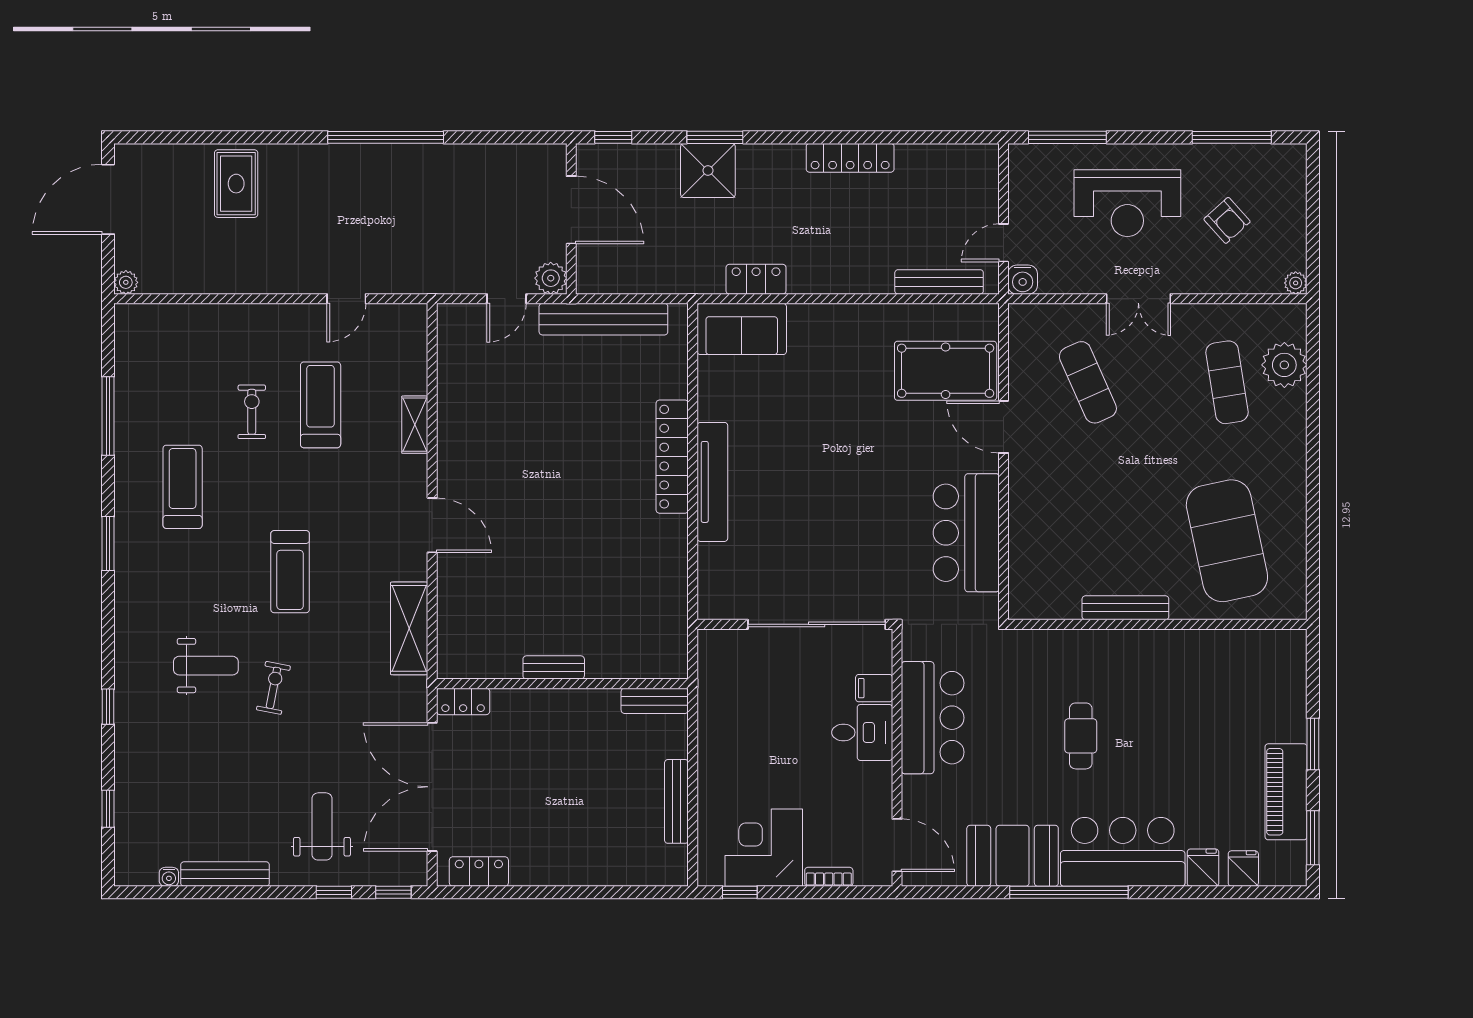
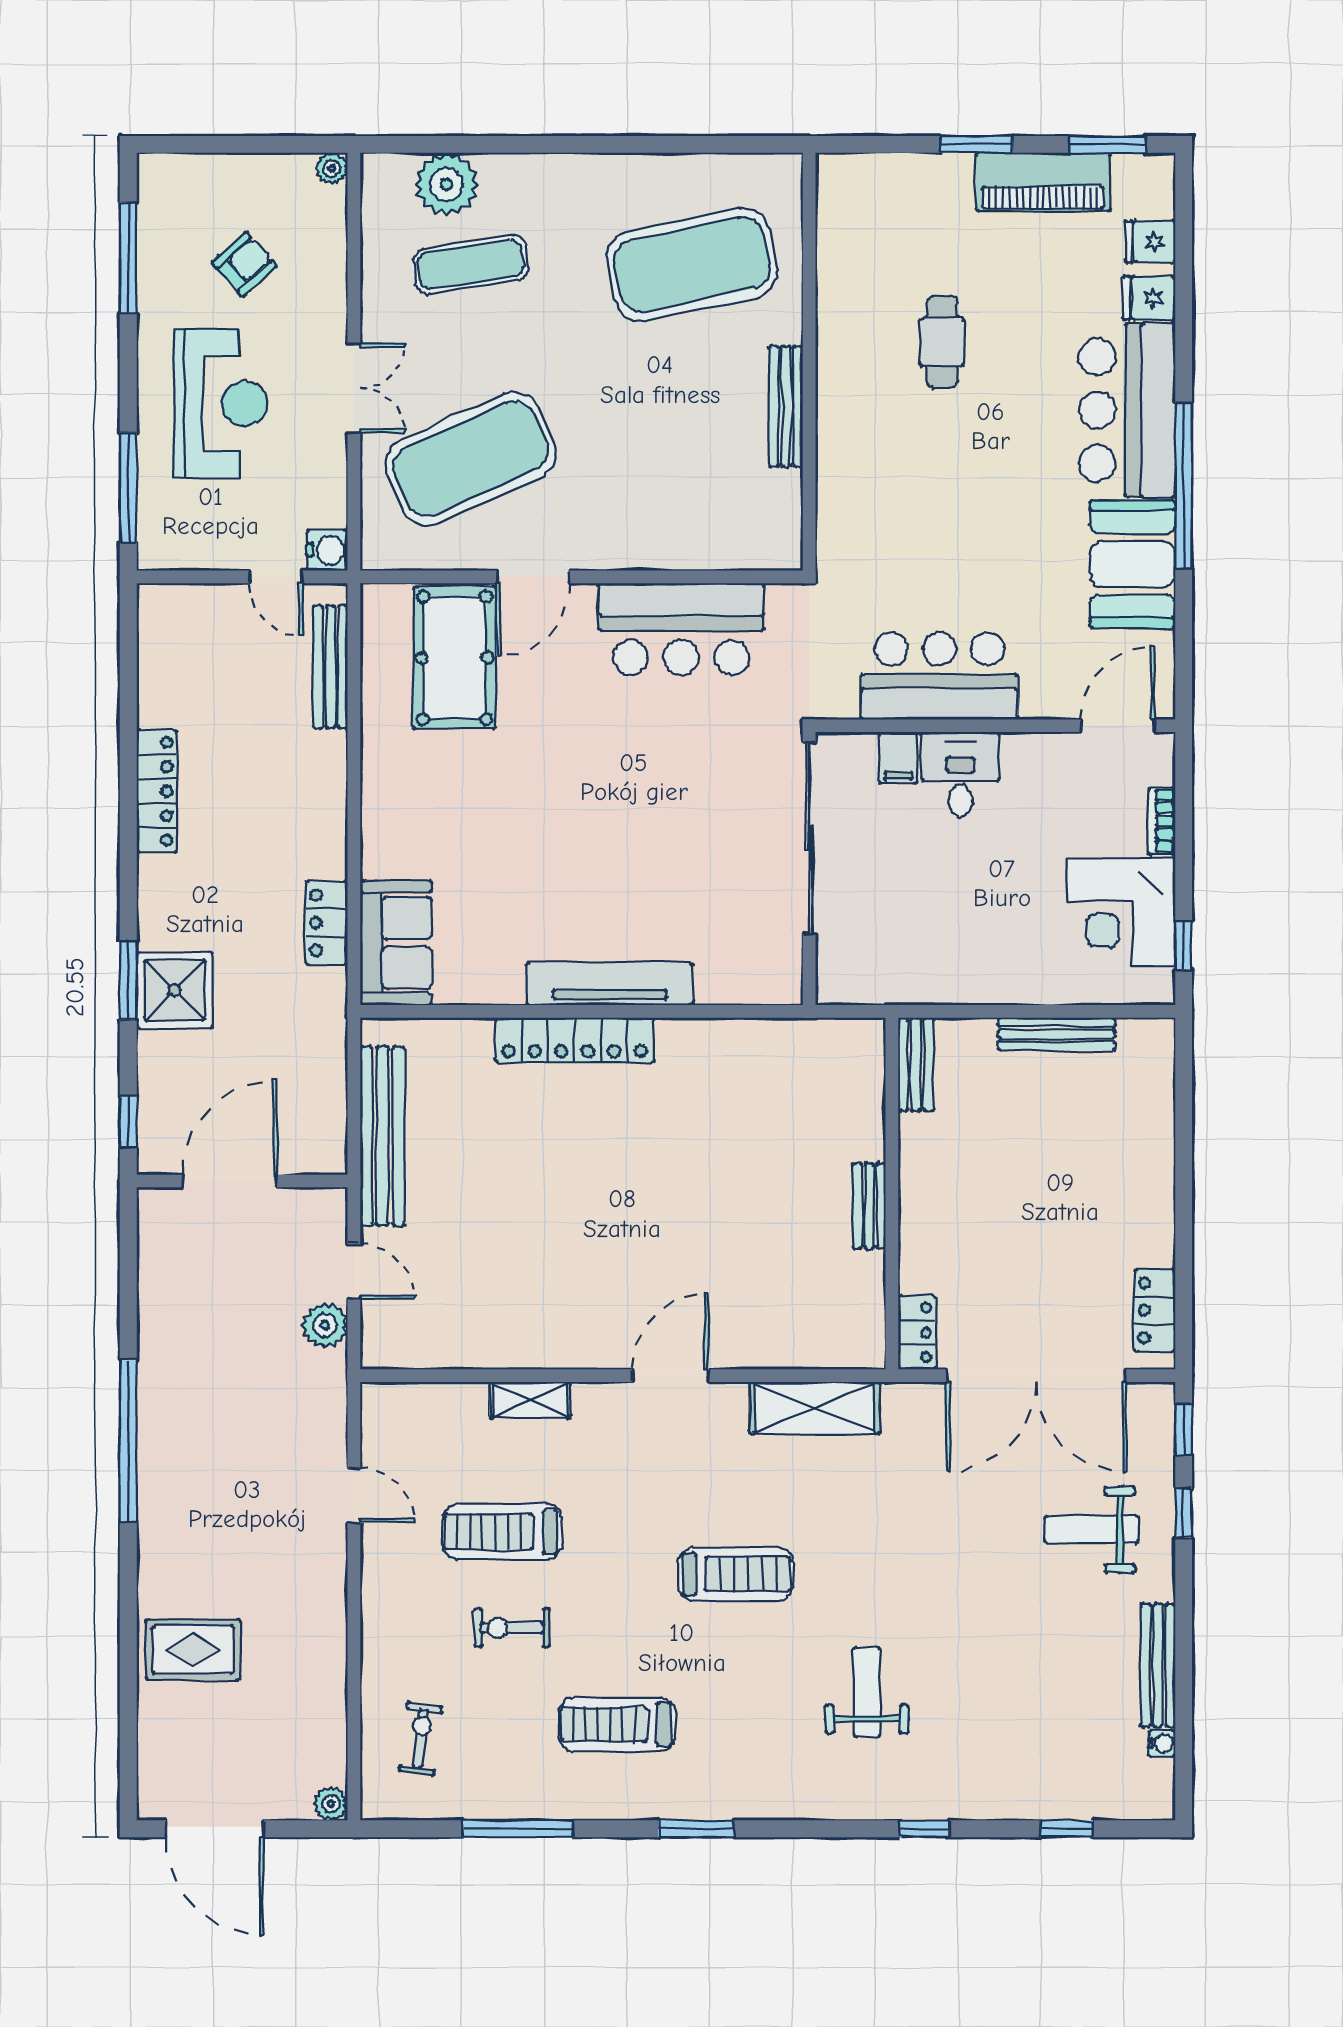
plant: (551, 278) -> (325, 1325), moved
exercise mat: (1088, 382) -> (471, 459), width x2.00, depth x1.45
exercise bike: (273, 688) -> (420, 1739), moved, turned 86
cafe table: (1081, 736) -> (942, 342), moved, turned 90

